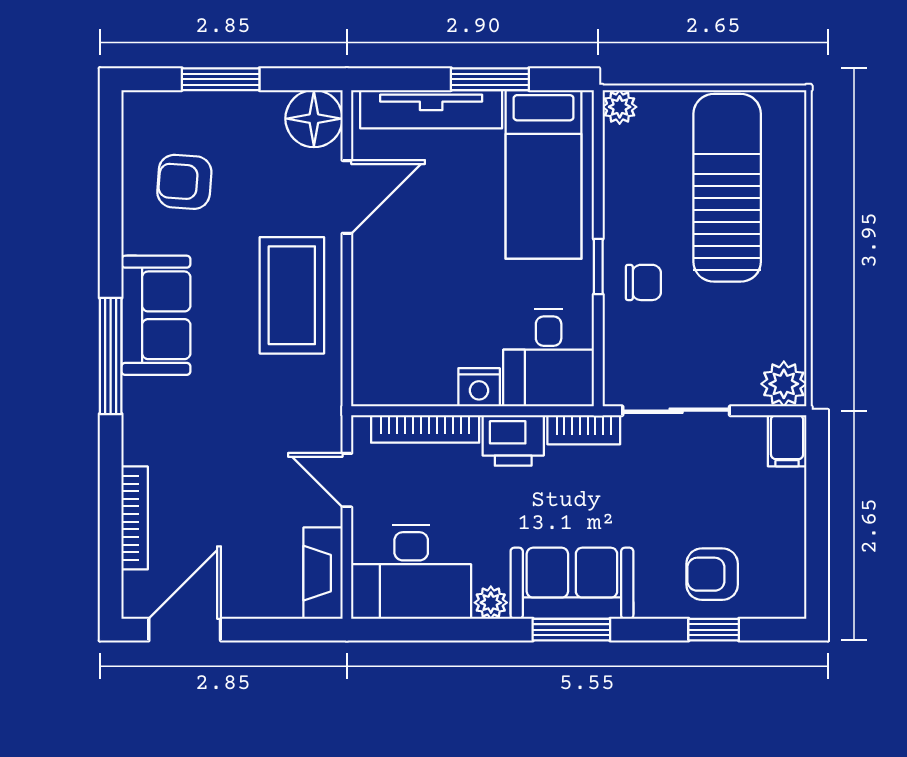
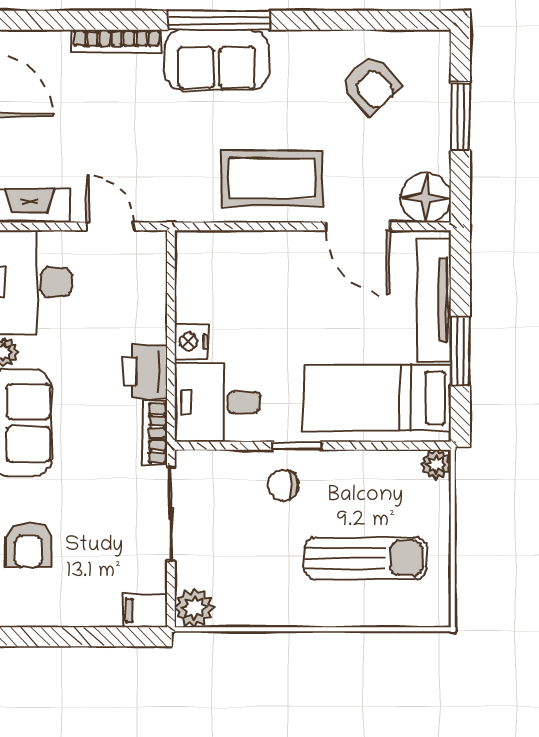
armchair: (184, 182) -> (371, 84), turned 134
sun lounger: (727, 188) -> (366, 558), width x0.73, depth x0.75
chair: (643, 282) -> (283, 485), turned 90
sofa: (156, 315) -> (217, 60), moved
bookcase: (425, 429) -> (155, 295), removed
door: (347, 480) -> (110, 226), hinge flipped
bookcase: (135, 518) -> (117, 41), moved
armchair: (712, 574) -> (28, 545), turned 180

